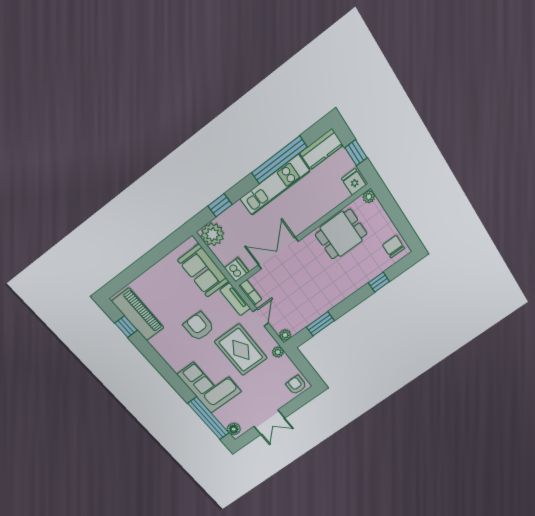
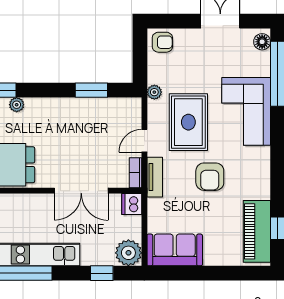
sofa: (203, 271) -> (175, 250), moved, turned -90
plant: (285, 335) -> (17, 105), moved
armchair: (296, 385) -> (162, 42), turned -90

